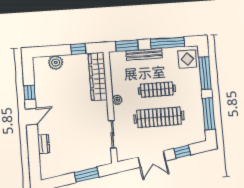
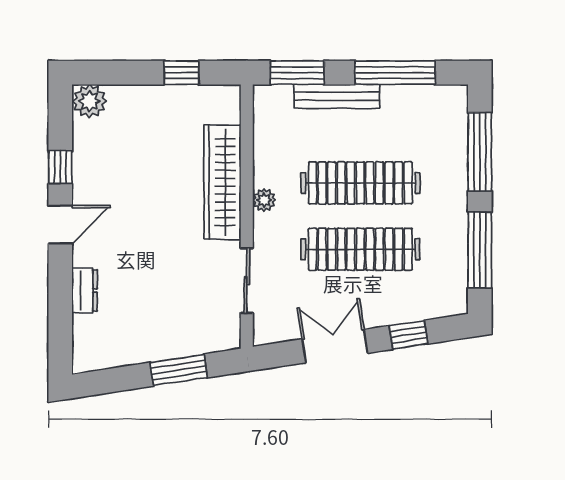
display table: (187, 59) -> (440, 115), removed
plant: (56, 63) -> (89, 101), moved
wardrobe: (98, 76) -> (222, 182), moved
clothes rail: (157, 90) -> (360, 183), width x1.37, depth x1.31
double door: (152, 159) -> (335, 346), swing flipped

